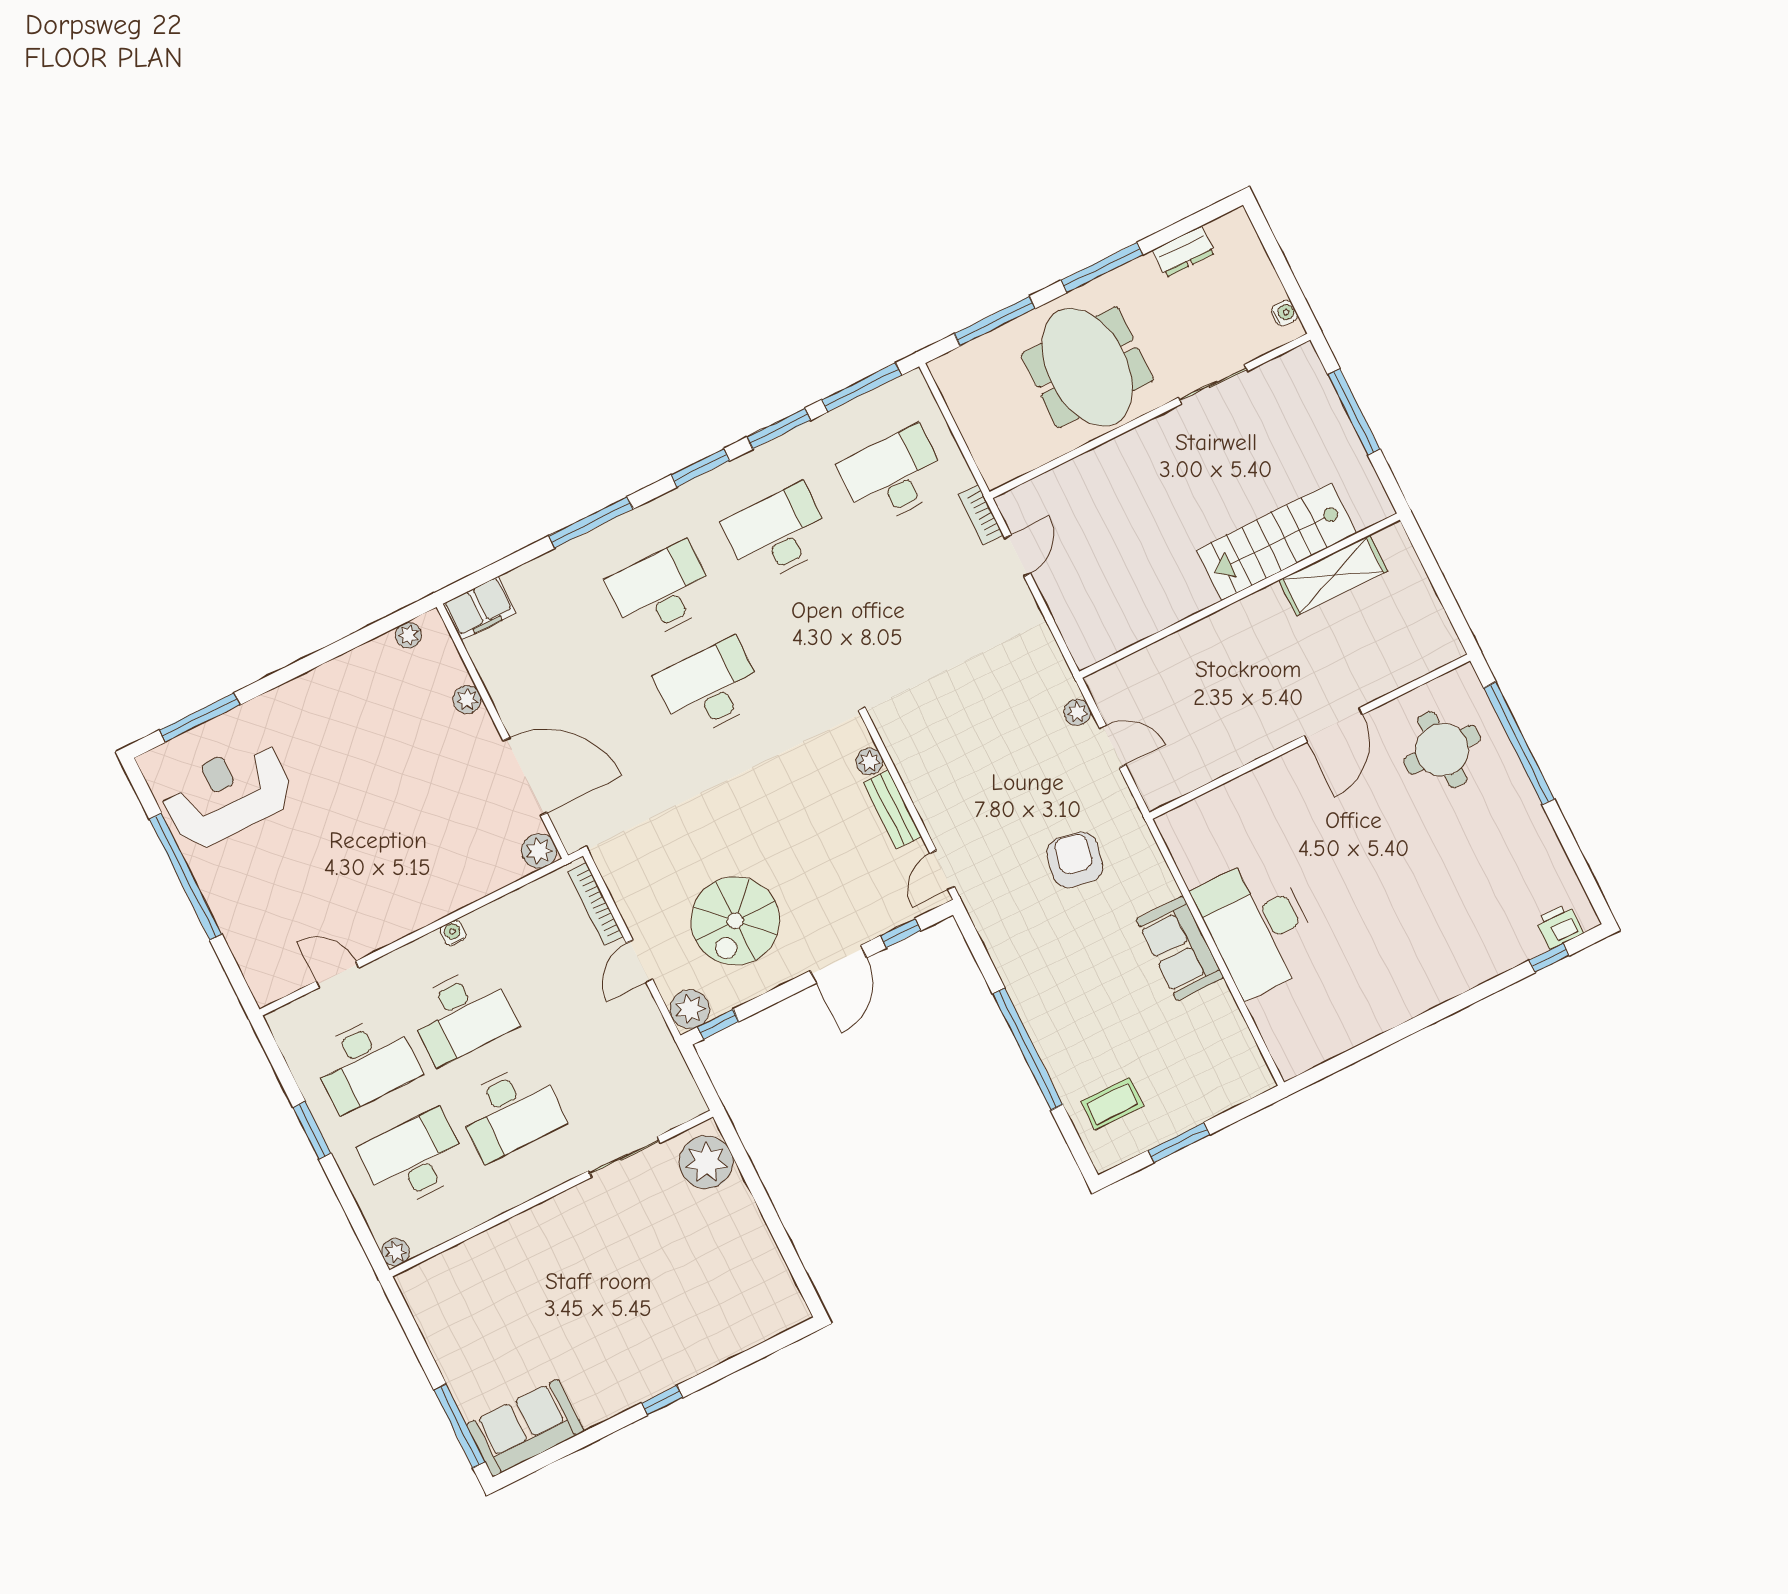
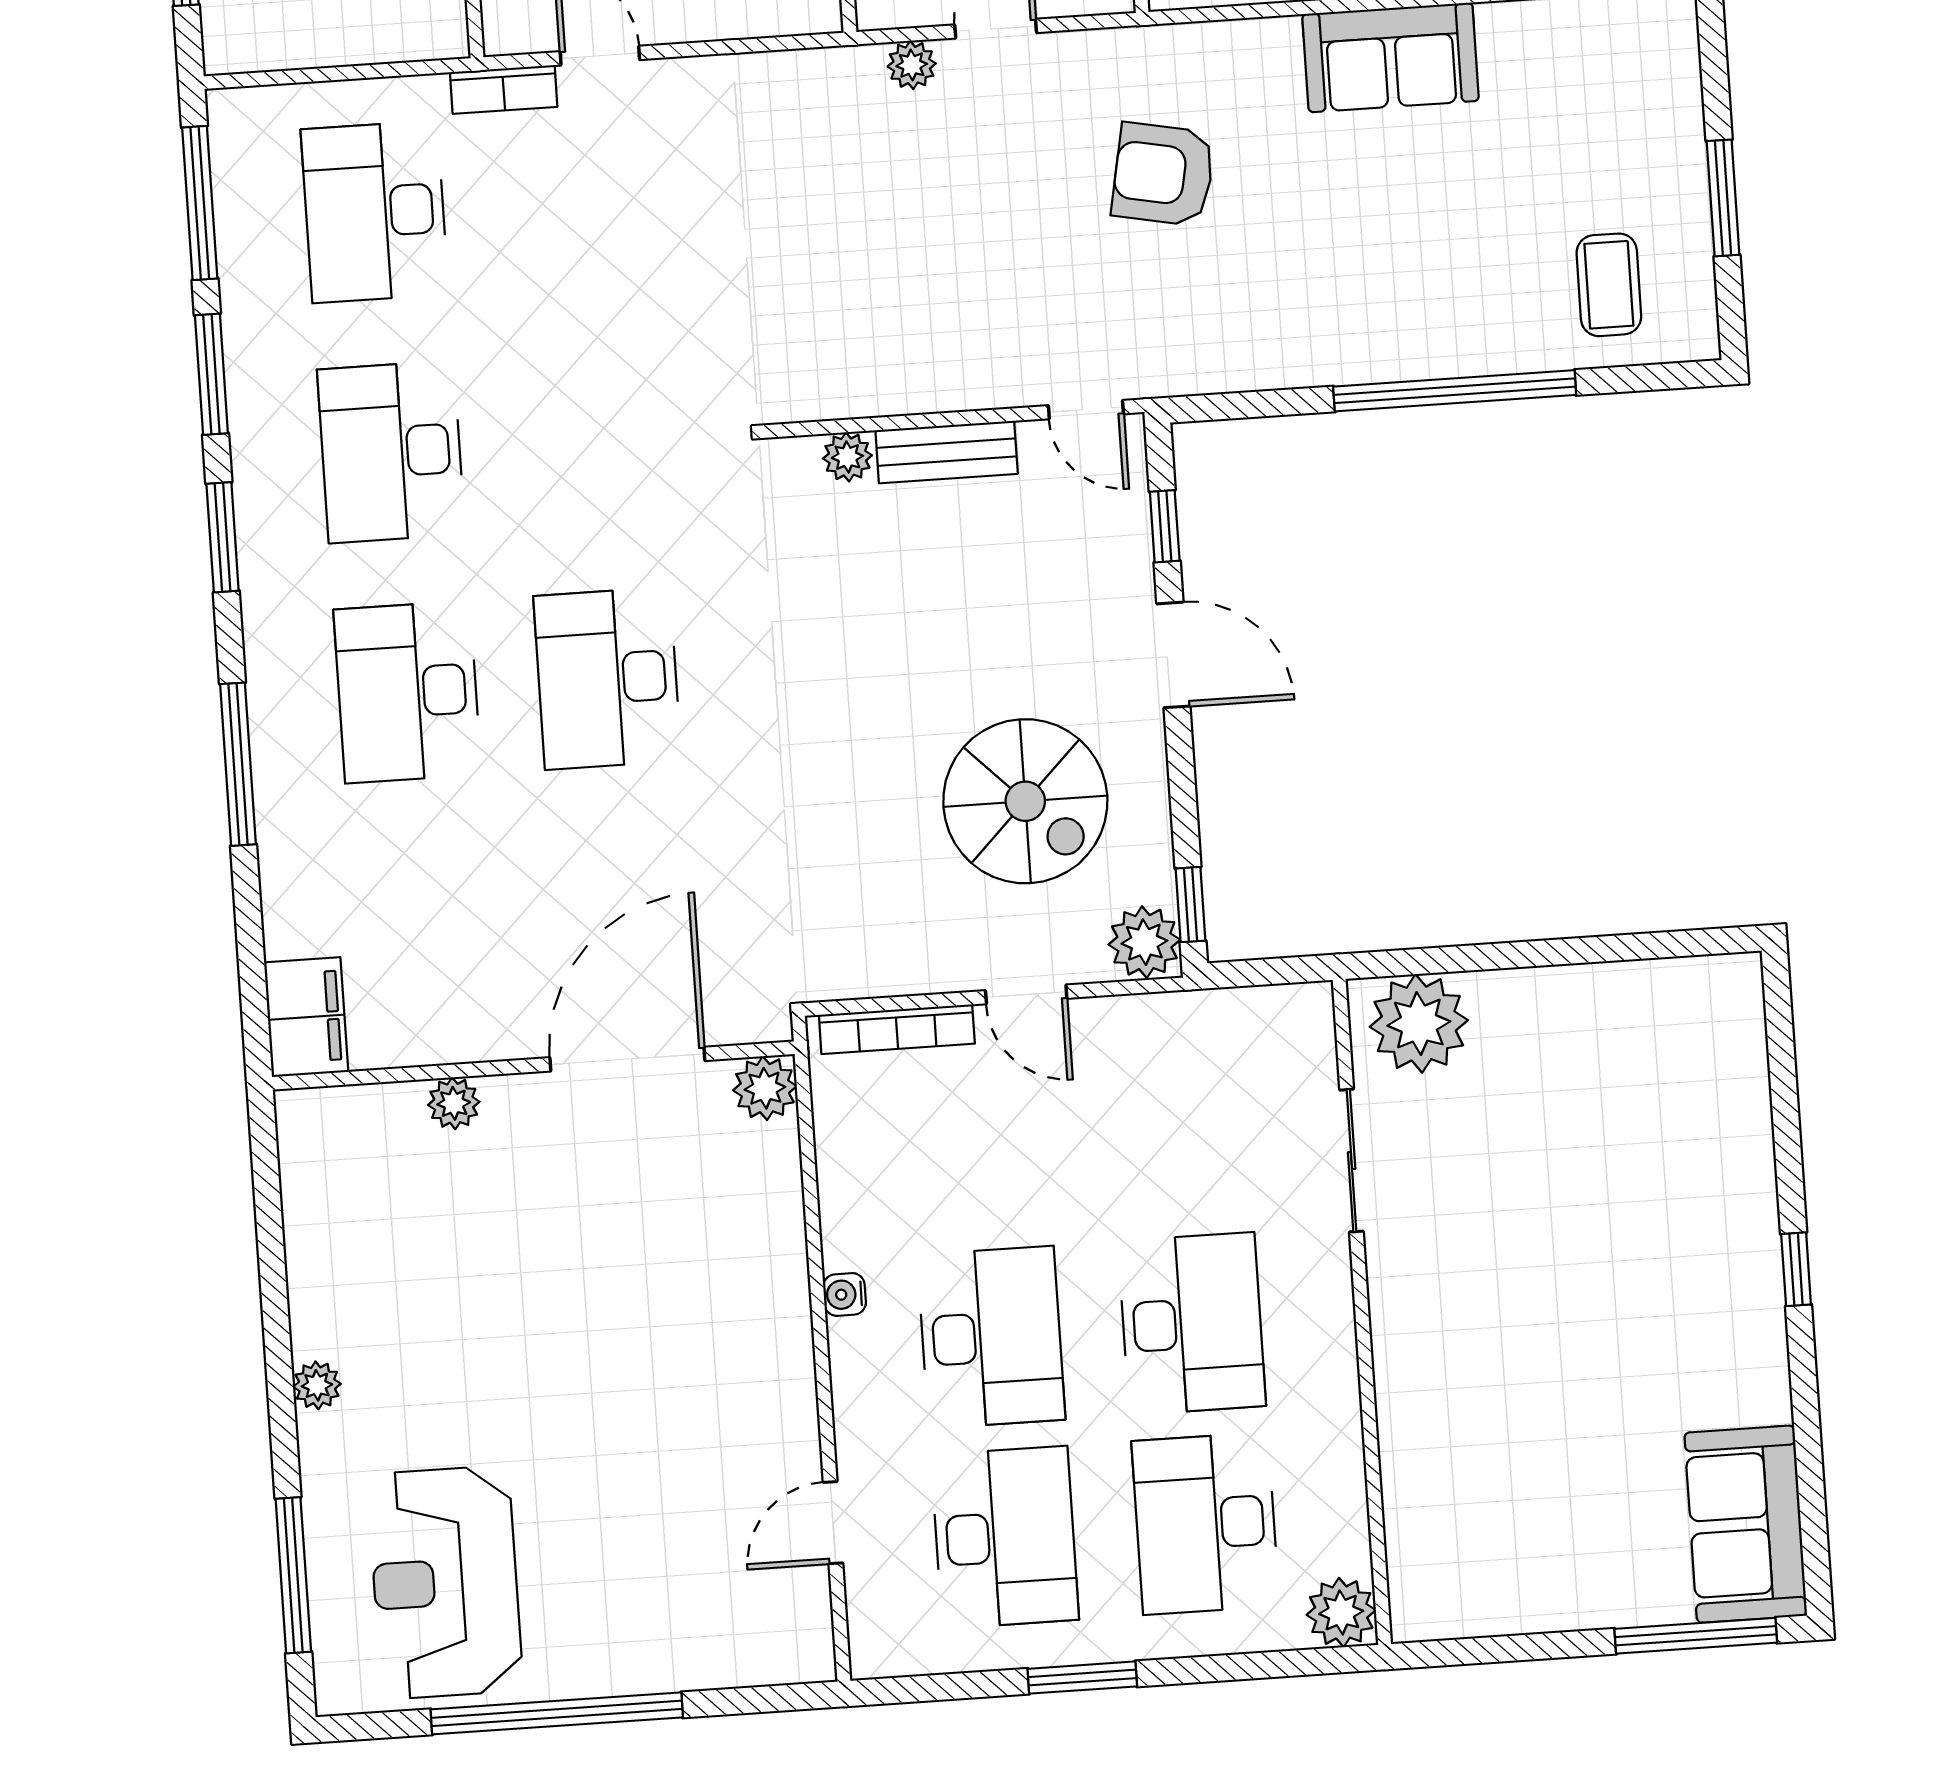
plant: (408, 635) -> (317, 1385), moved
plant: (396, 1252) -> (1341, 1612), width x1.38, depth x1.38

